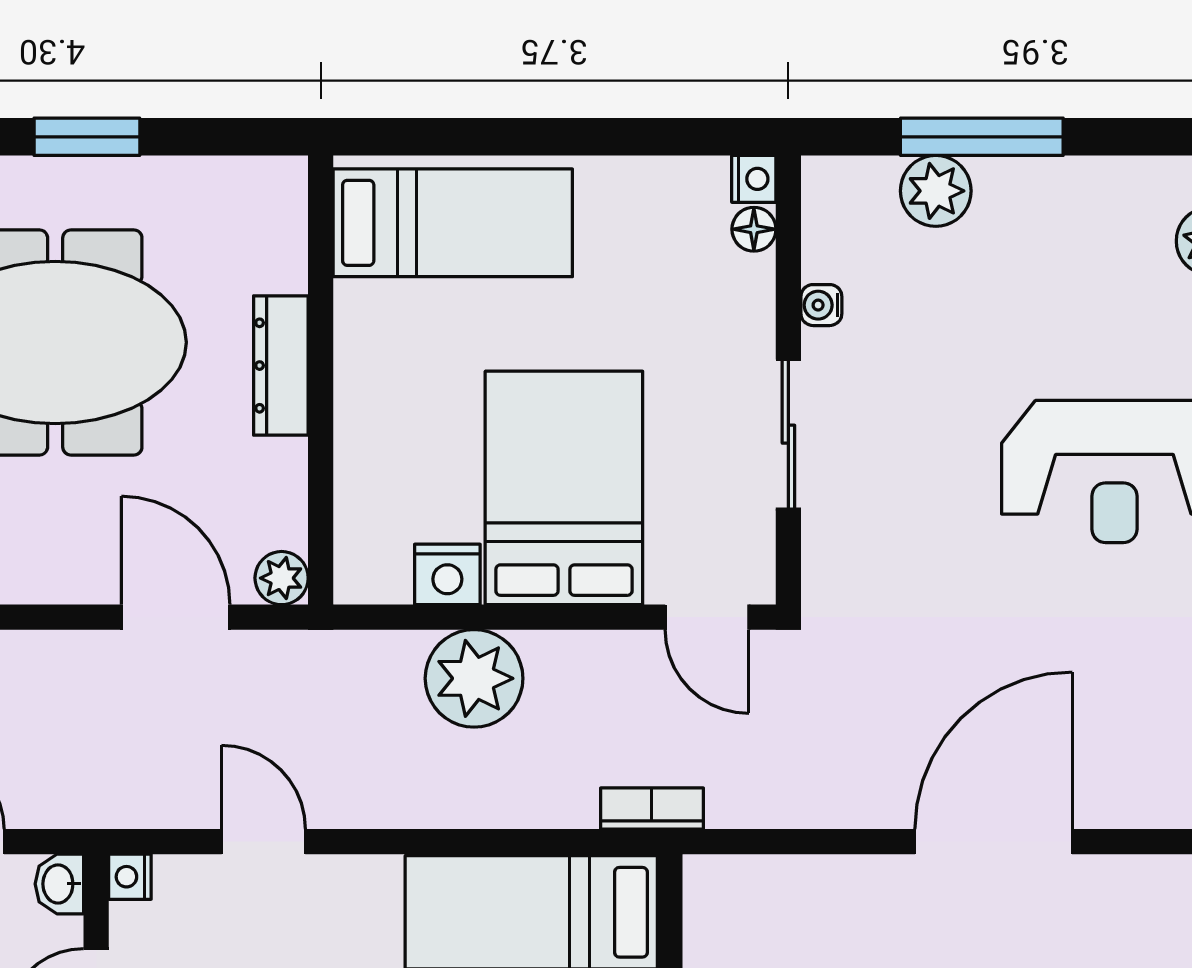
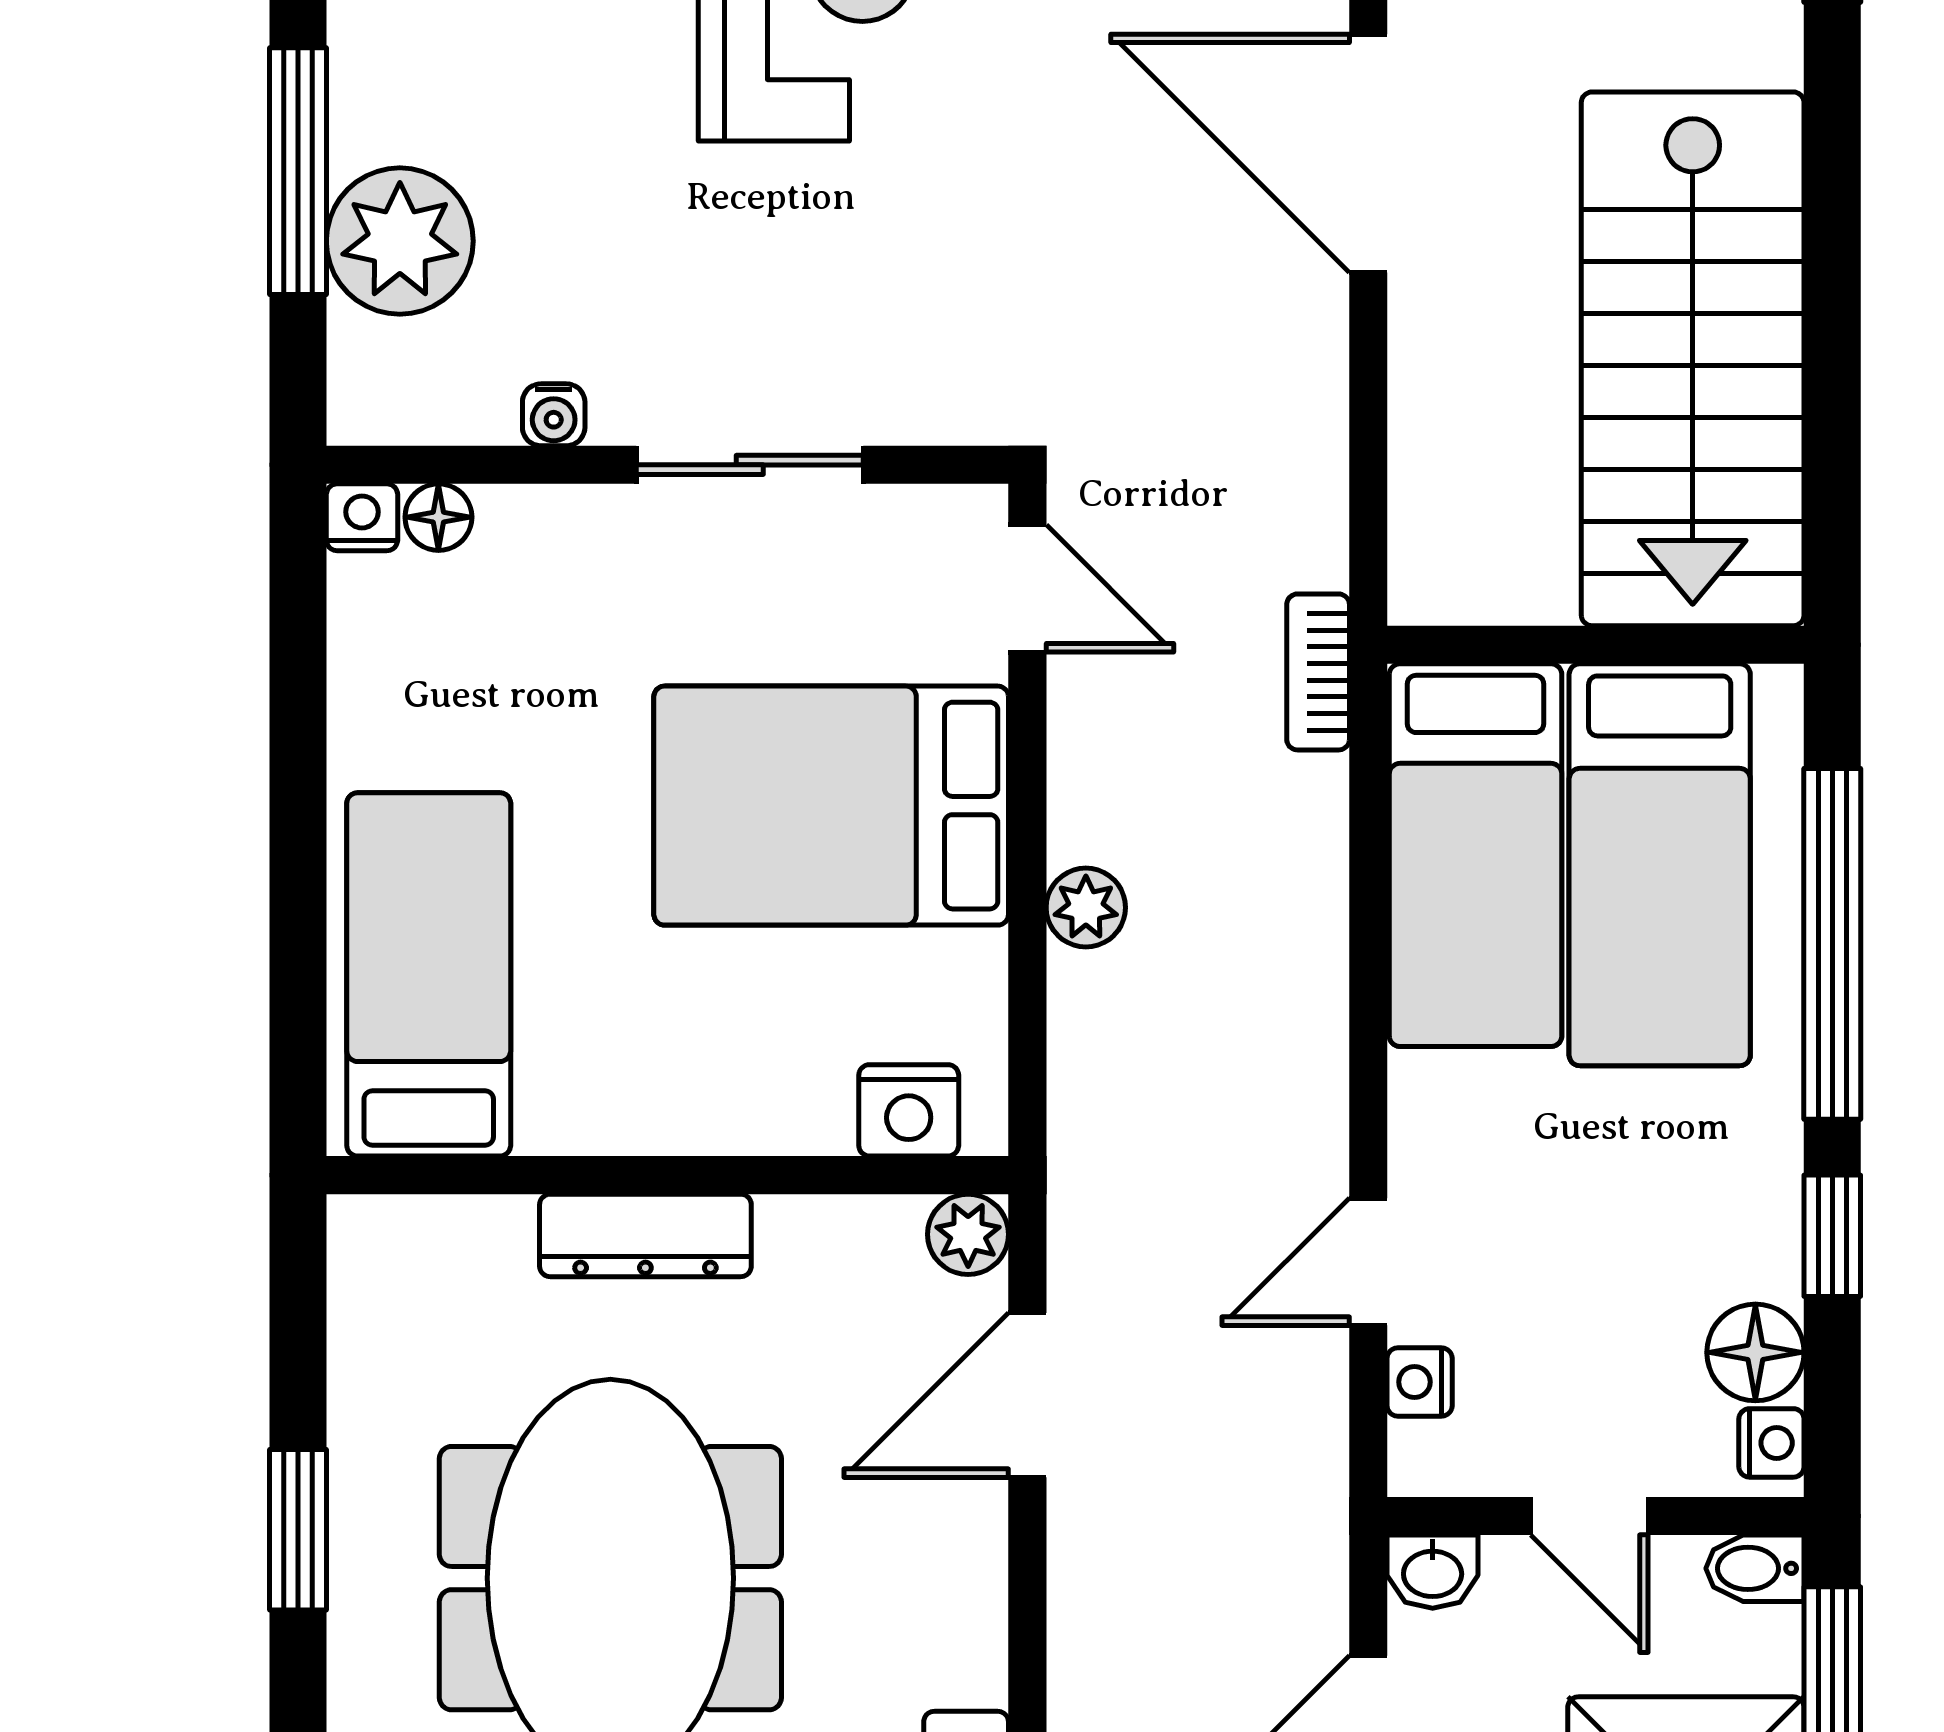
plant: (936, 191) -> (400, 241), width x1.36, depth x1.36
nightstand: (447, 574) -> (909, 1110), moved, turned 90
door: (707, 617) -> (1027, 588), hinge flipped
plant: (474, 678) -> (1086, 908), width x0.53, depth x0.53
nightstand: (130, 877) -> (1420, 1382), moved, turned 90

